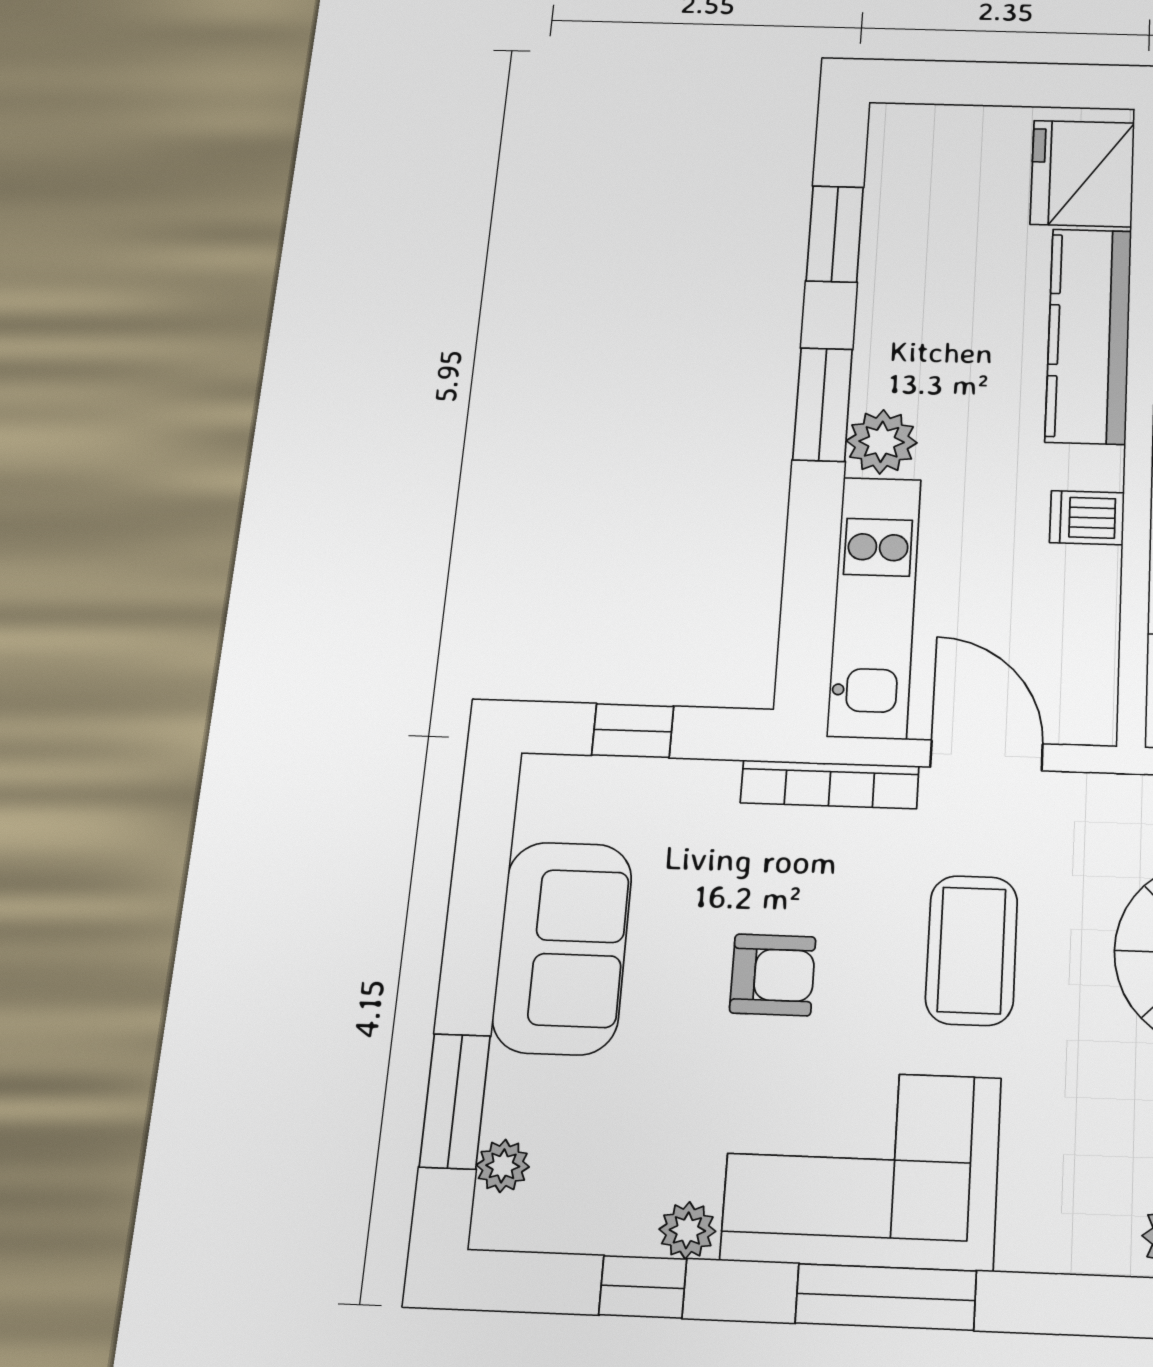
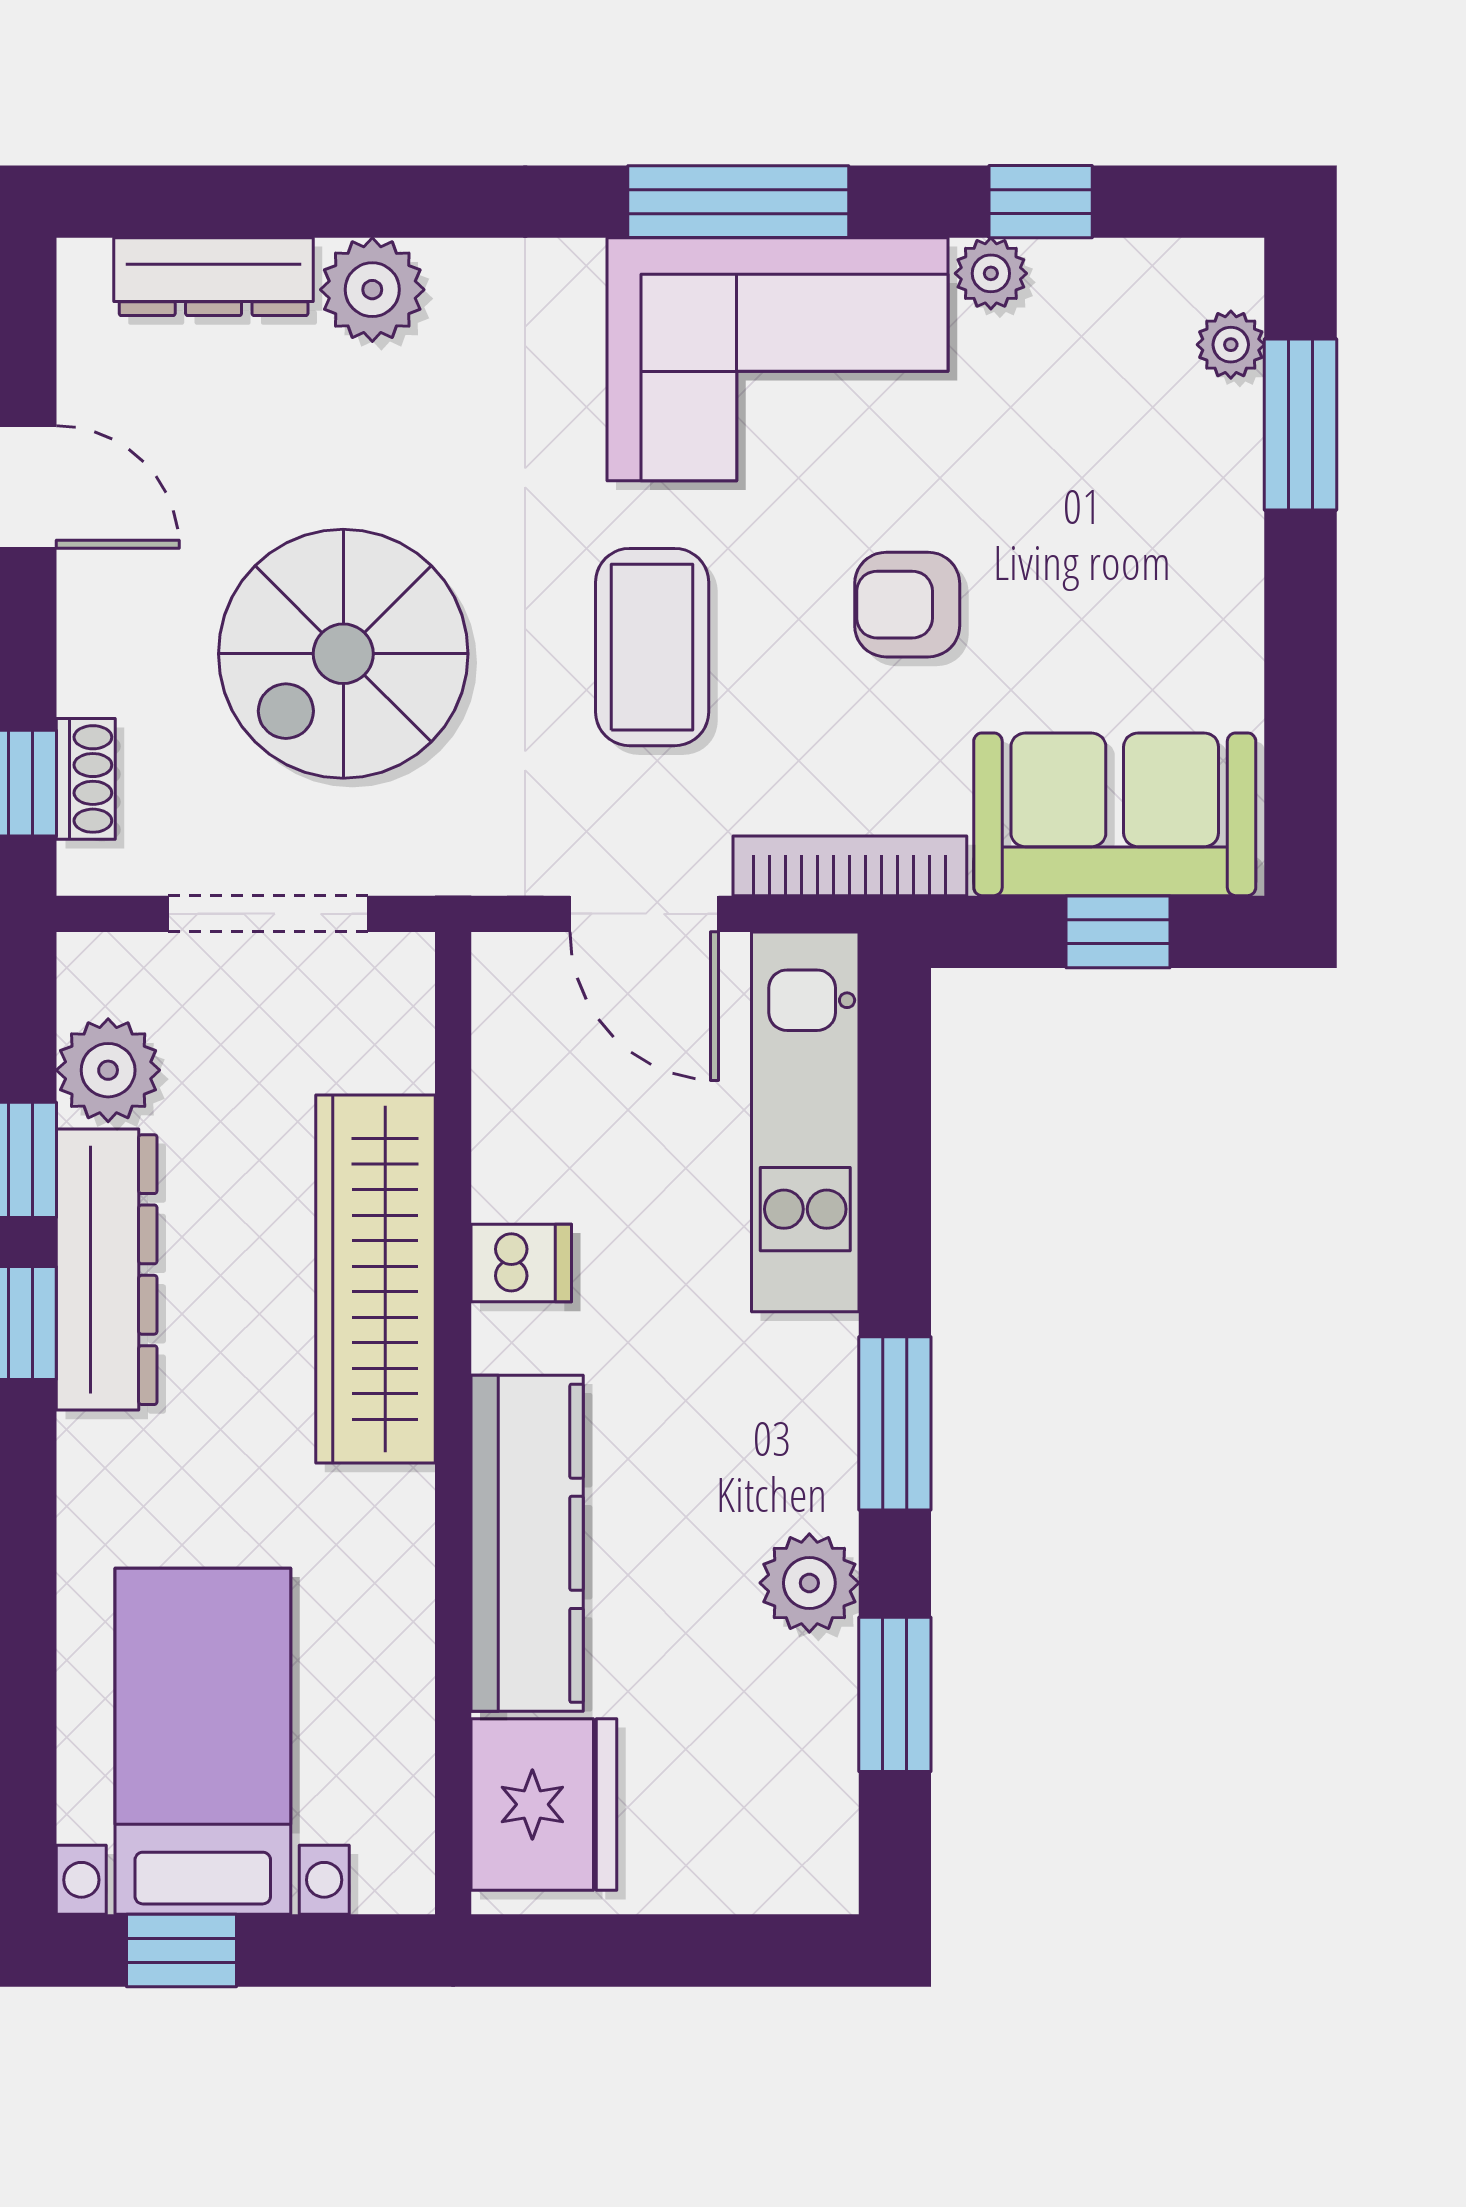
plant: (882, 442) -> (809, 1583), moved
sofa: (562, 947) -> (1115, 814), moved, turned 90

